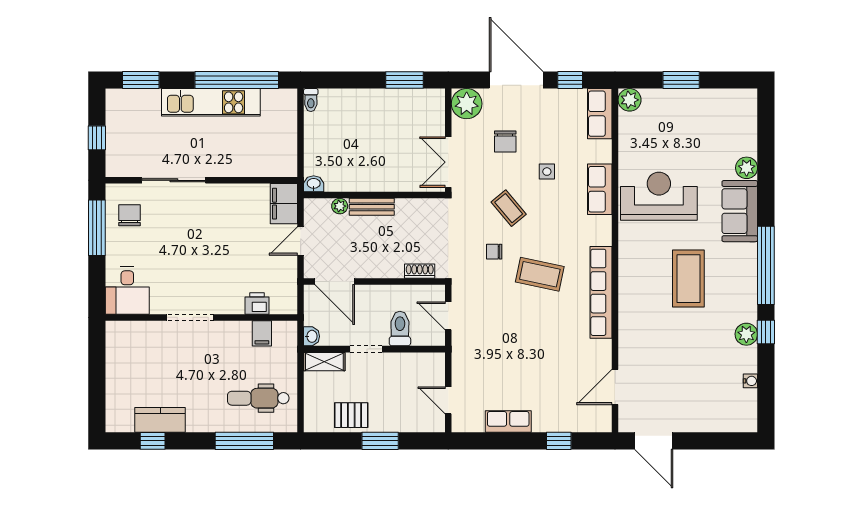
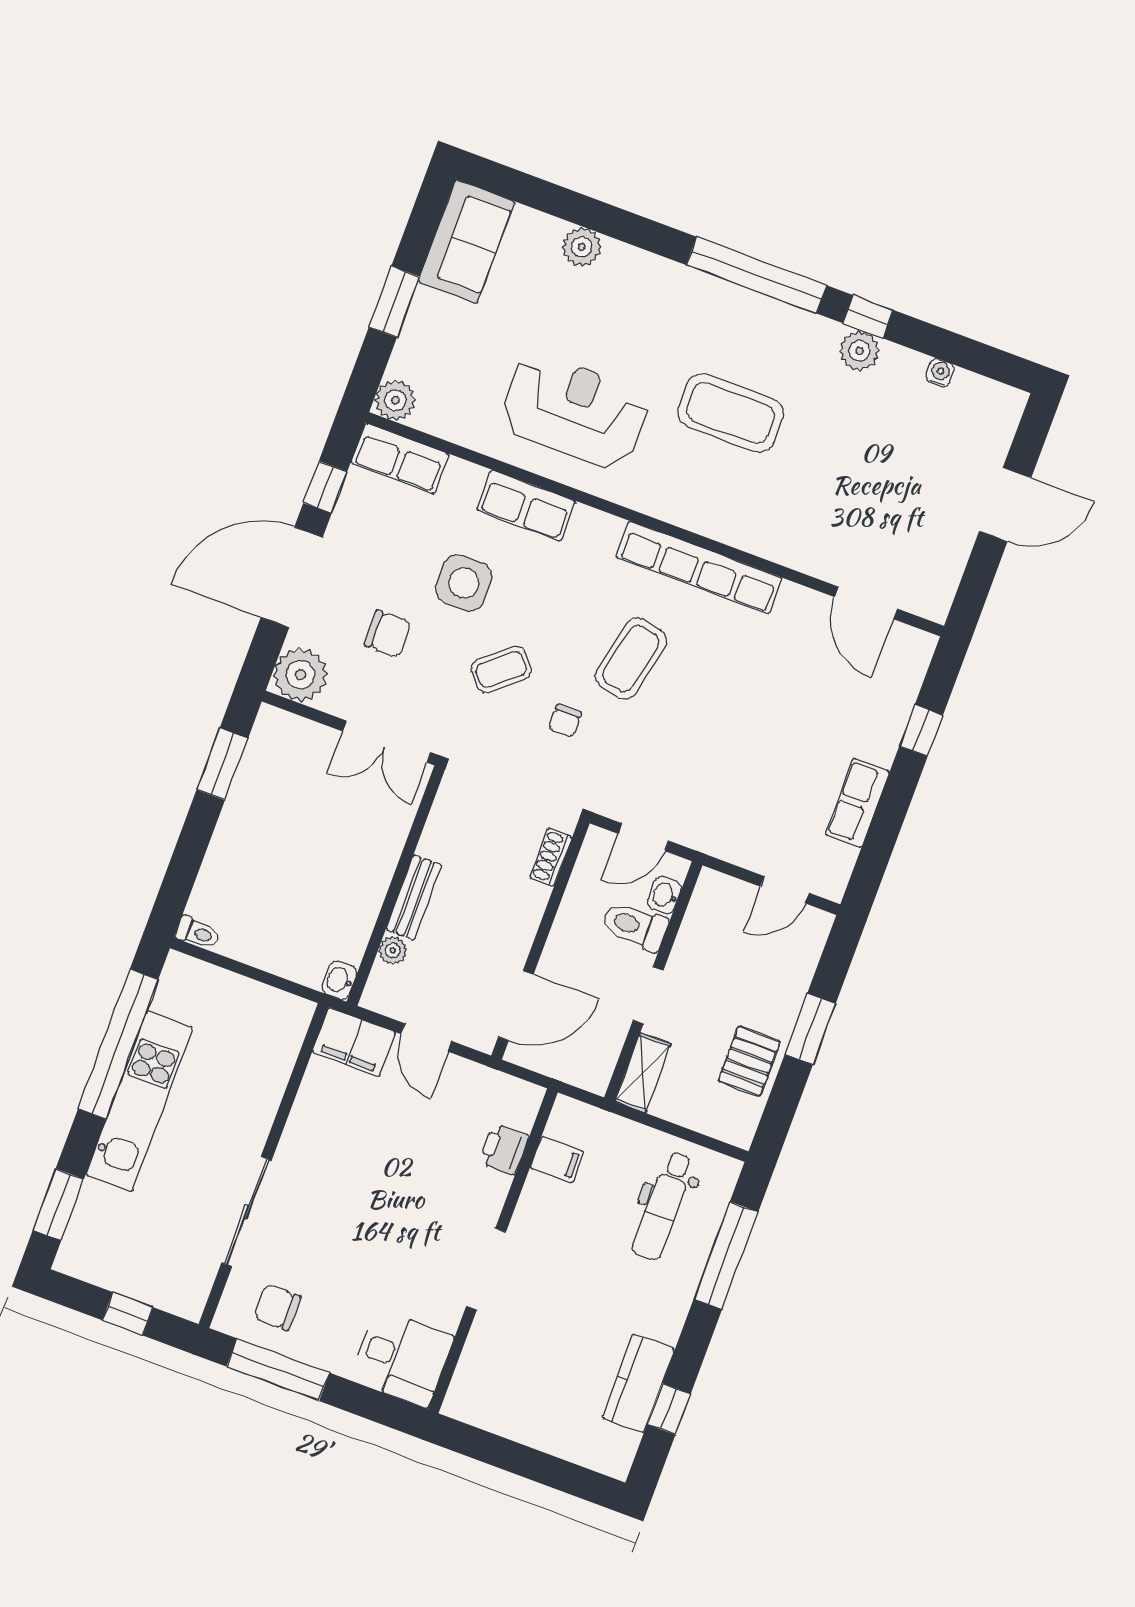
side table: (547, 172) -> (464, 583), width x1.87, depth x1.87
reception desk: (659, 196) -> (574, 411), turned 90
sofa: (740, 211) -> (466, 242), moved, turned -90
washbasin: (312, 336) -> (664, 895), moved, turned -90
door: (654, 441) -> (1005, 505), moved

